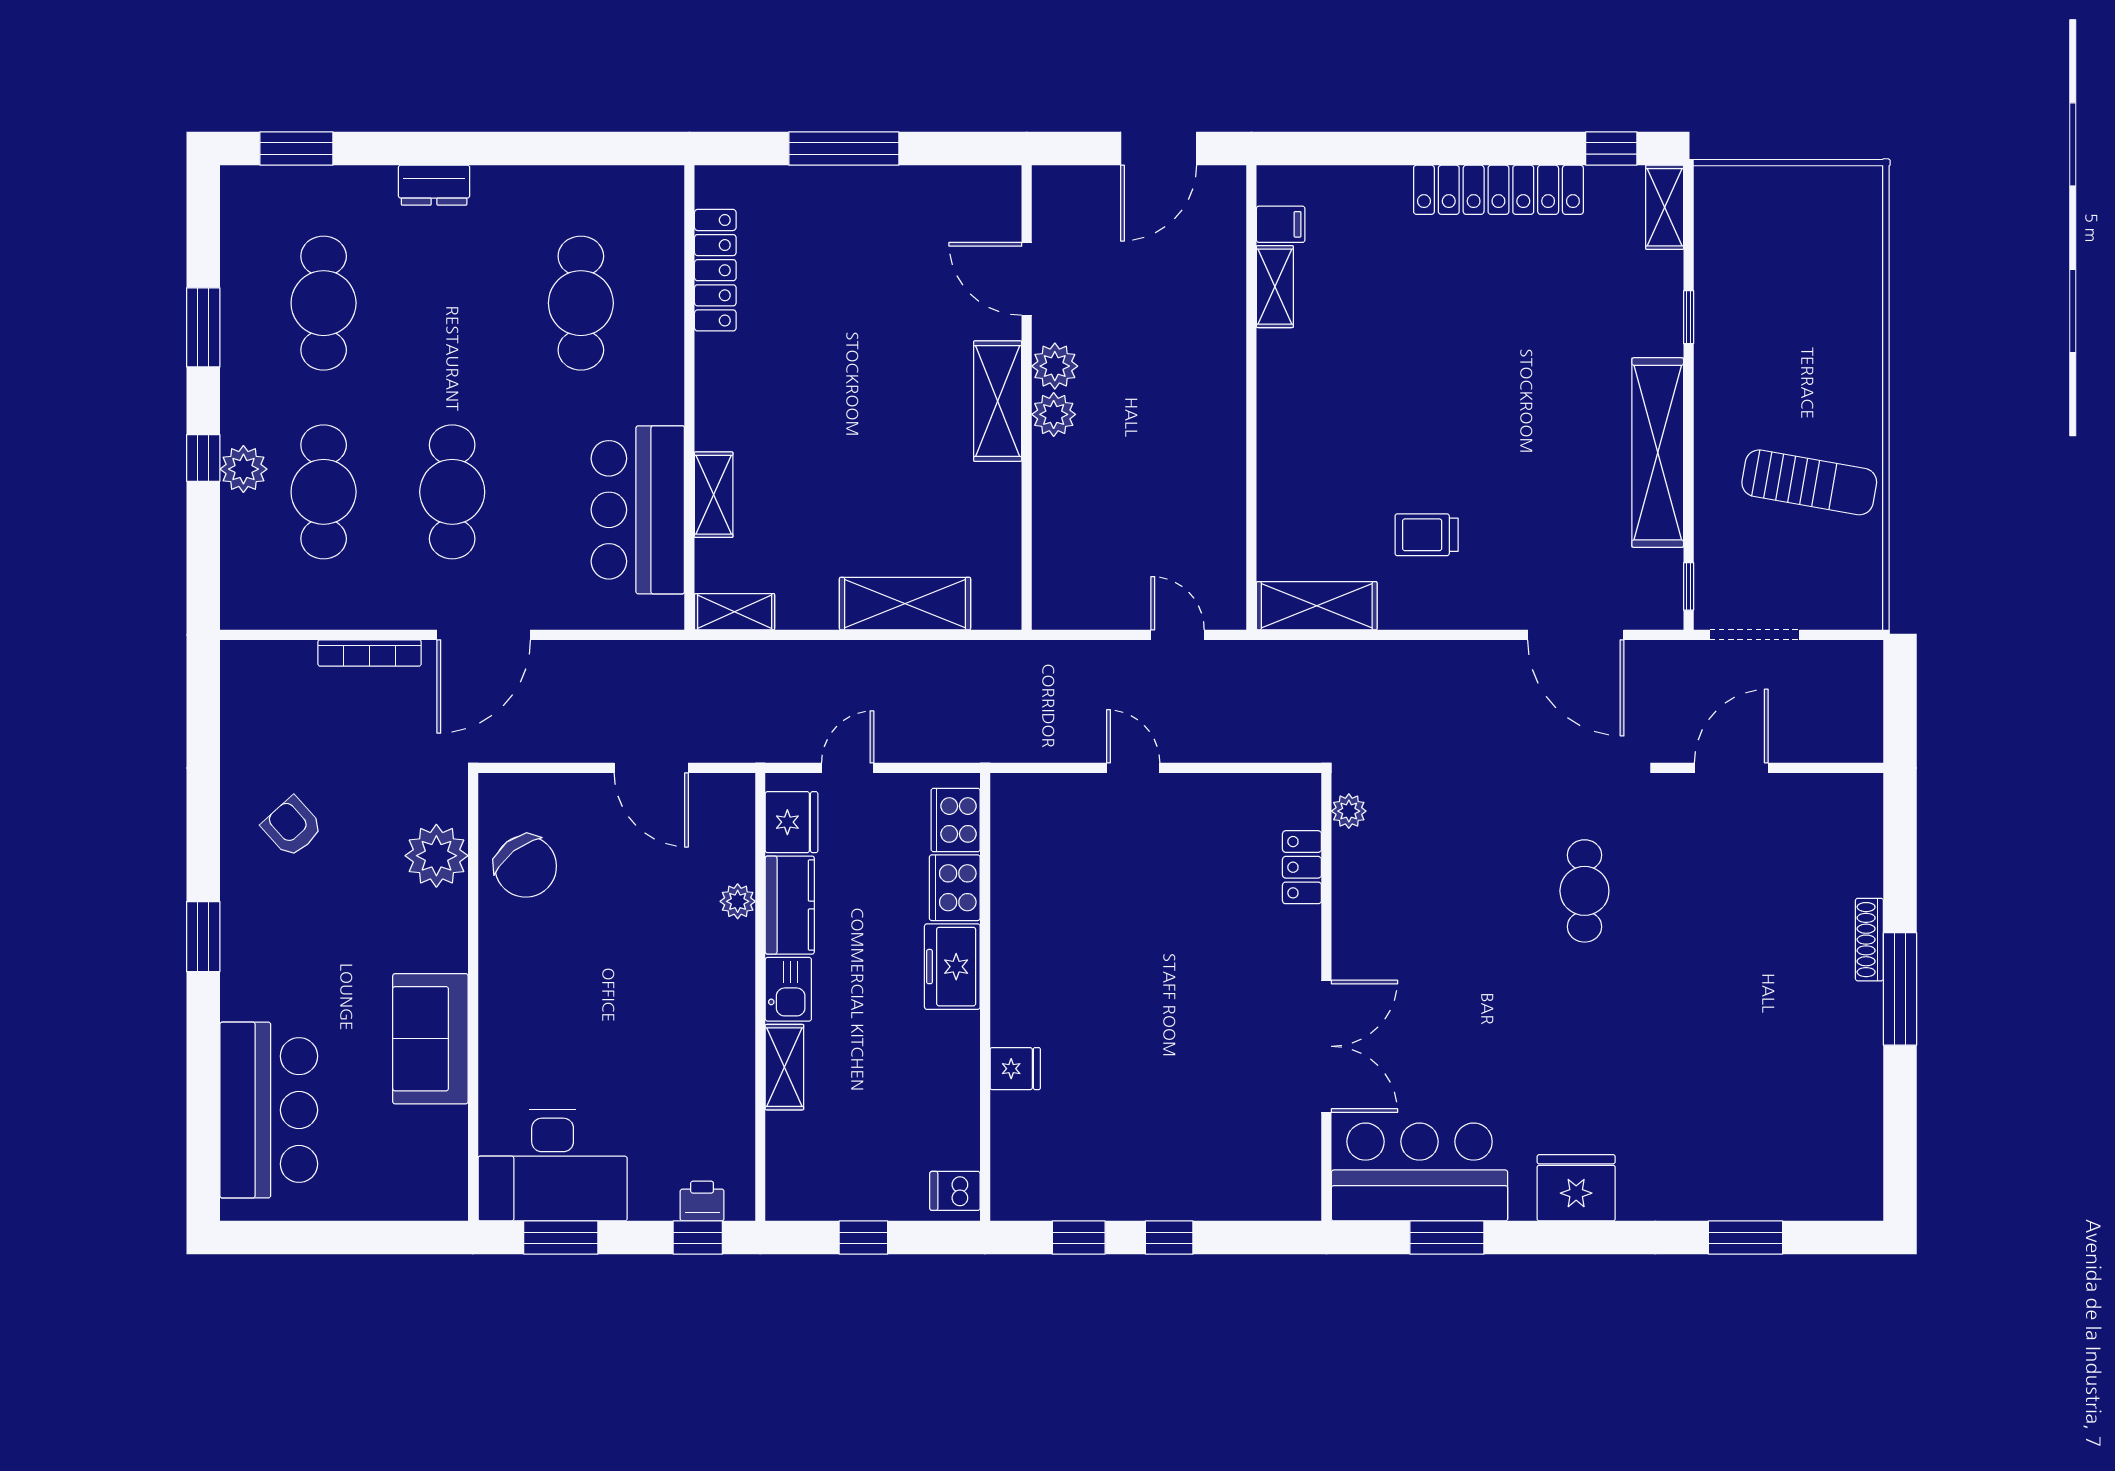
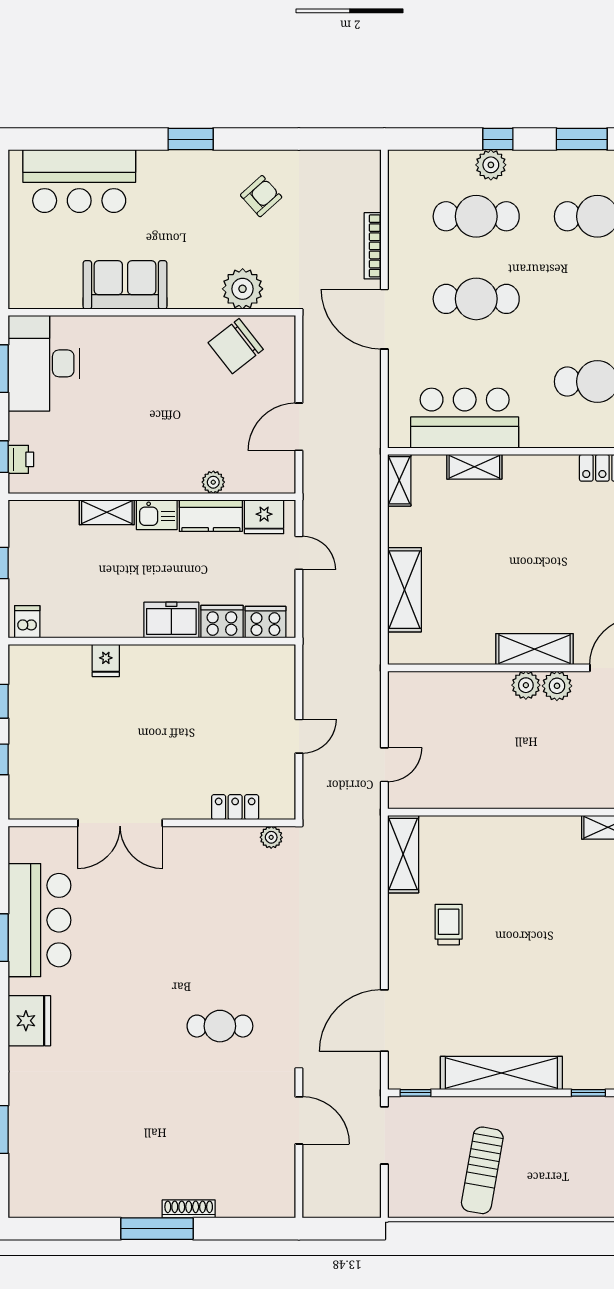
plant: (1349, 811) -> (271, 837), moved
locker: (1302, 867) -> (235, 807), moved
wall: (1326, 997) -> (152, 823), moved
double door: (1326, 1046) -> (120, 823), moved

